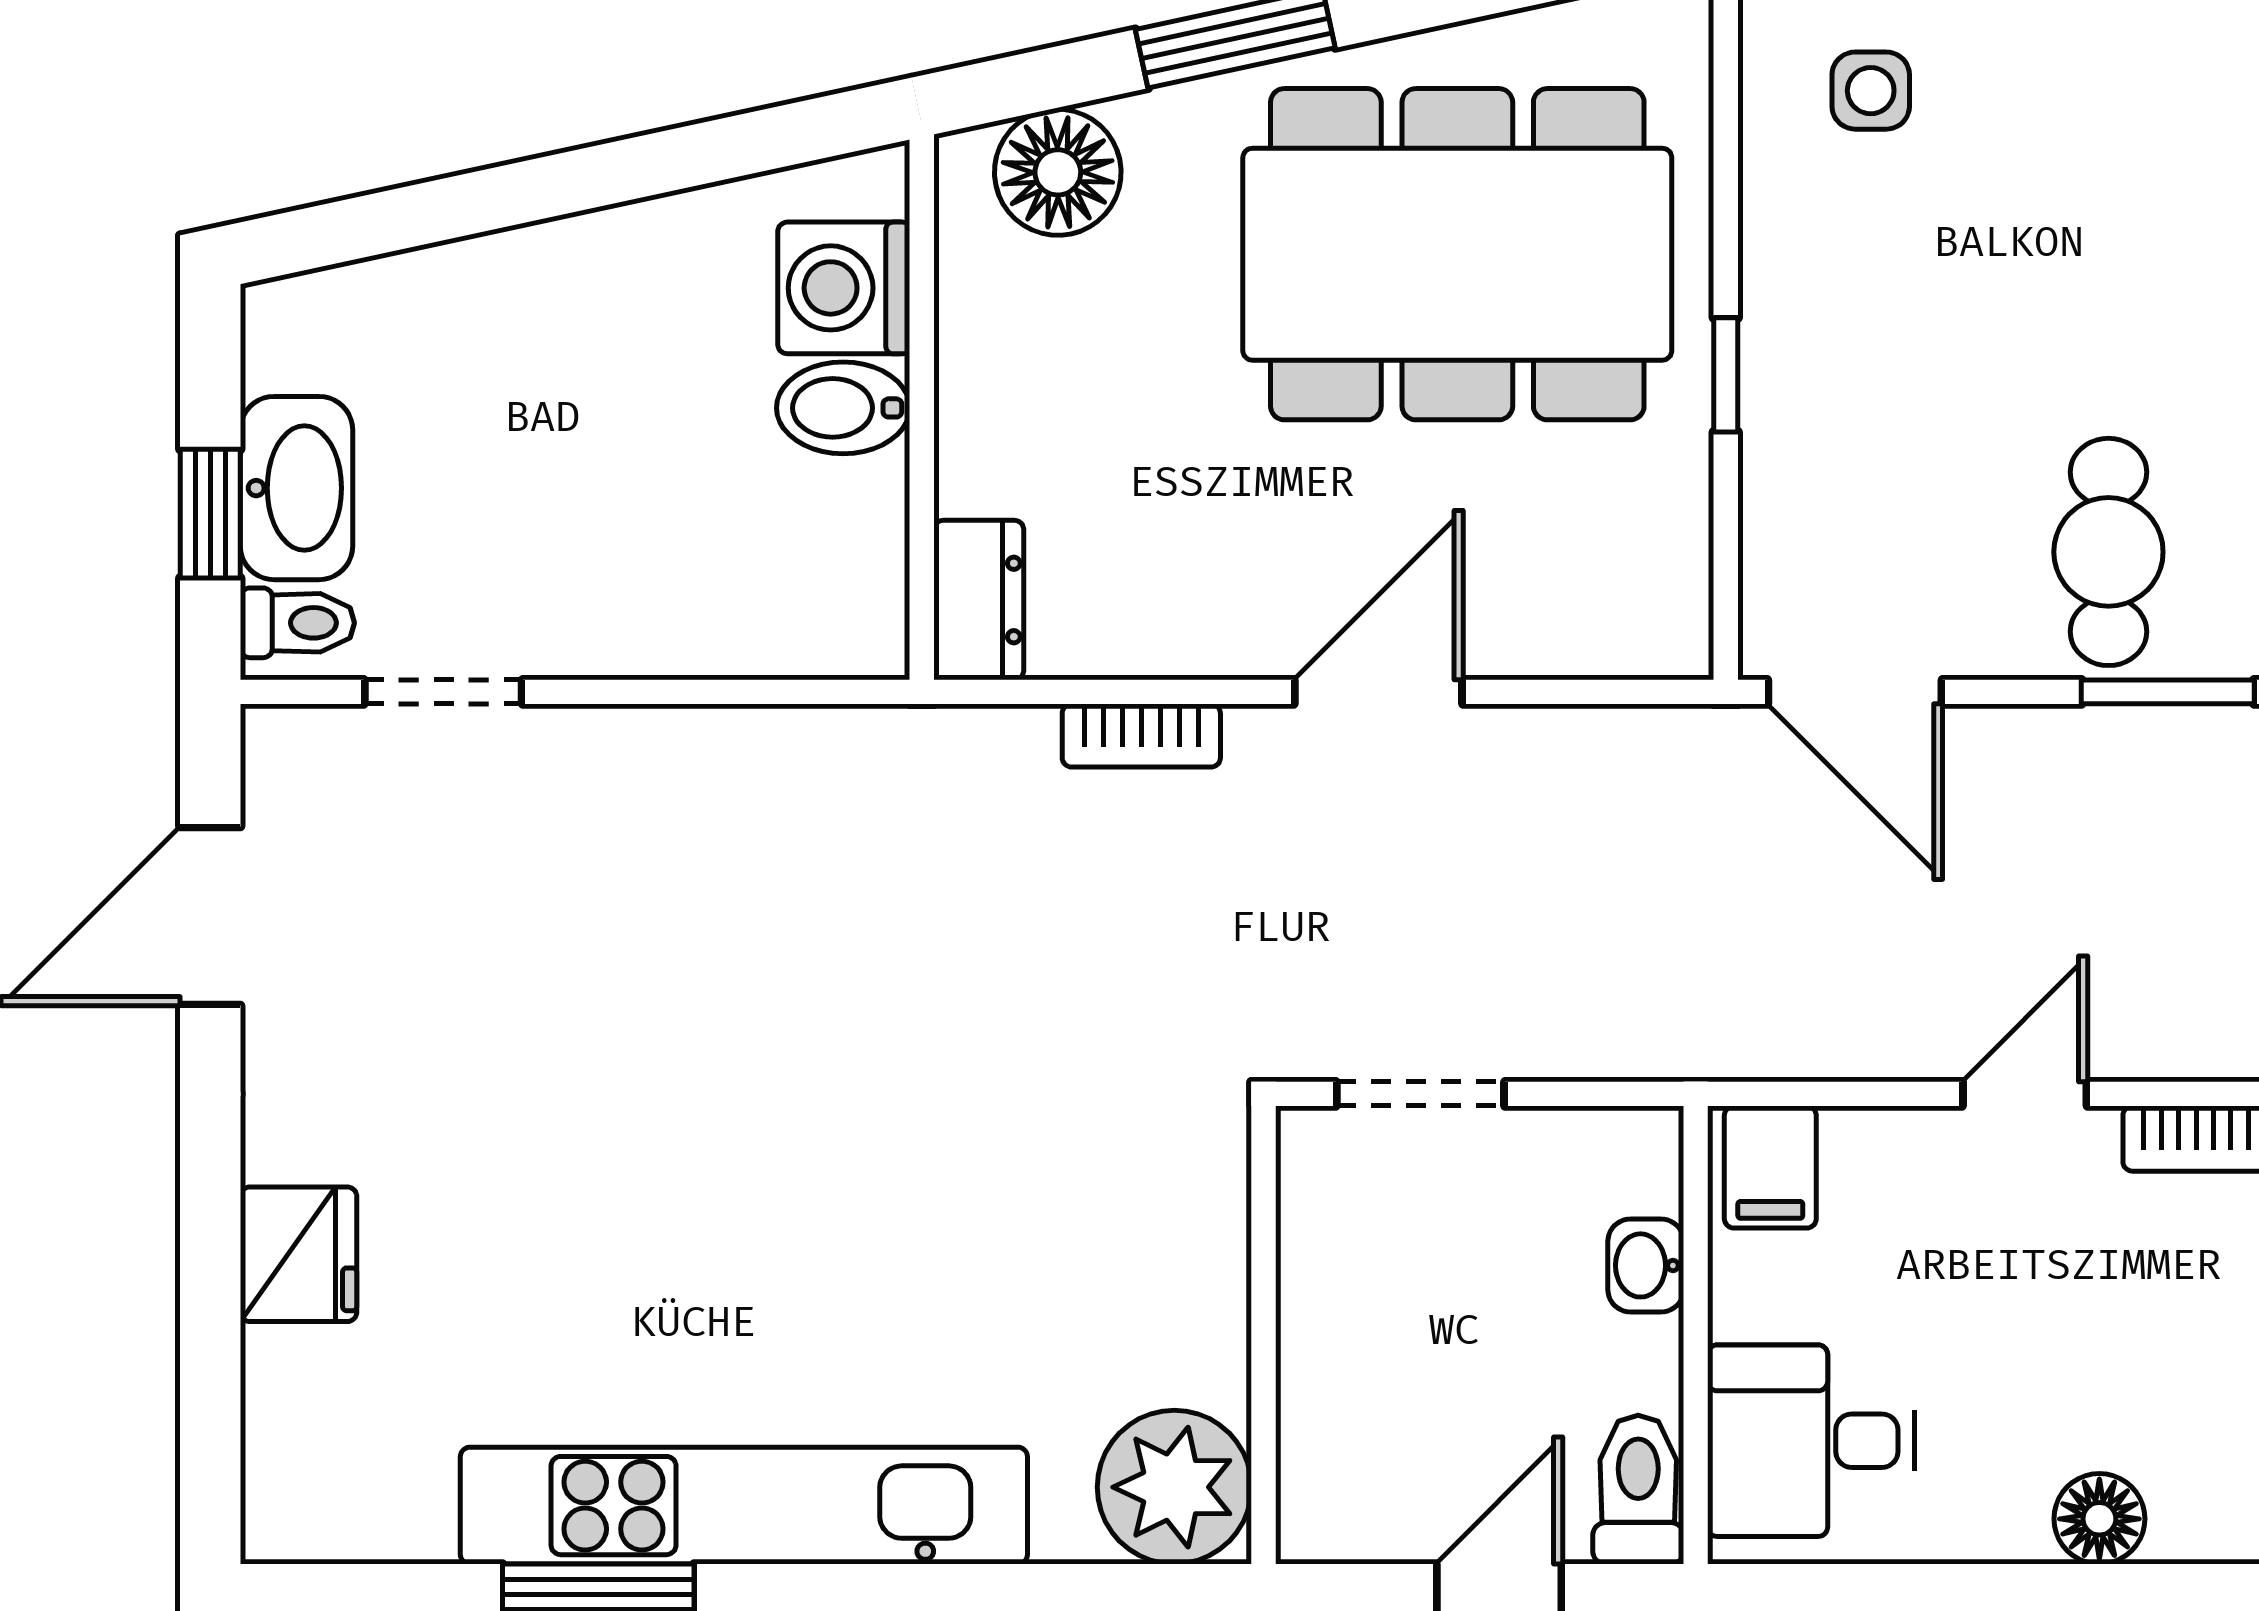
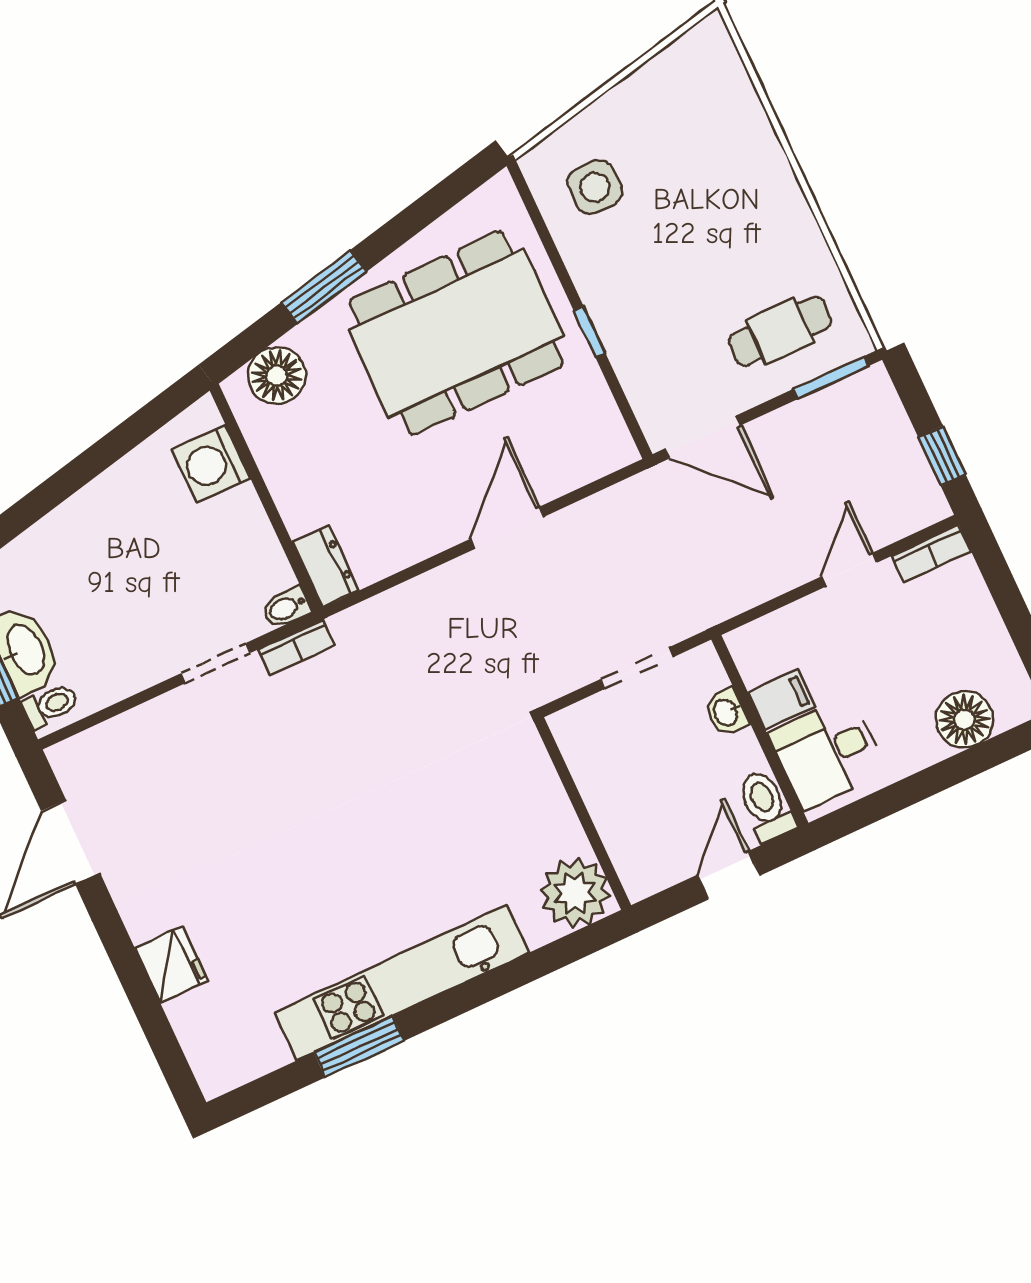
side table: (1871, 91) -> (595, 187), width x1.37, depth x1.37
bidet: (843, 408) -> (286, 608), moved, width x0.72, depth x0.74
cafe table: (2108, 552) -> (780, 331), turned 90
doorway: (443, 692) -> (216, 663), moved
bookcase: (1141, 736) -> (296, 647), moved
doorway: (1420, 1094) -> (637, 668), moved
filing cabinet: (1770, 1167) -> (782, 699), moved, turned -90
floor lamp: (2099, 1519) -> (964, 720), width x1.38, depth x1.38

